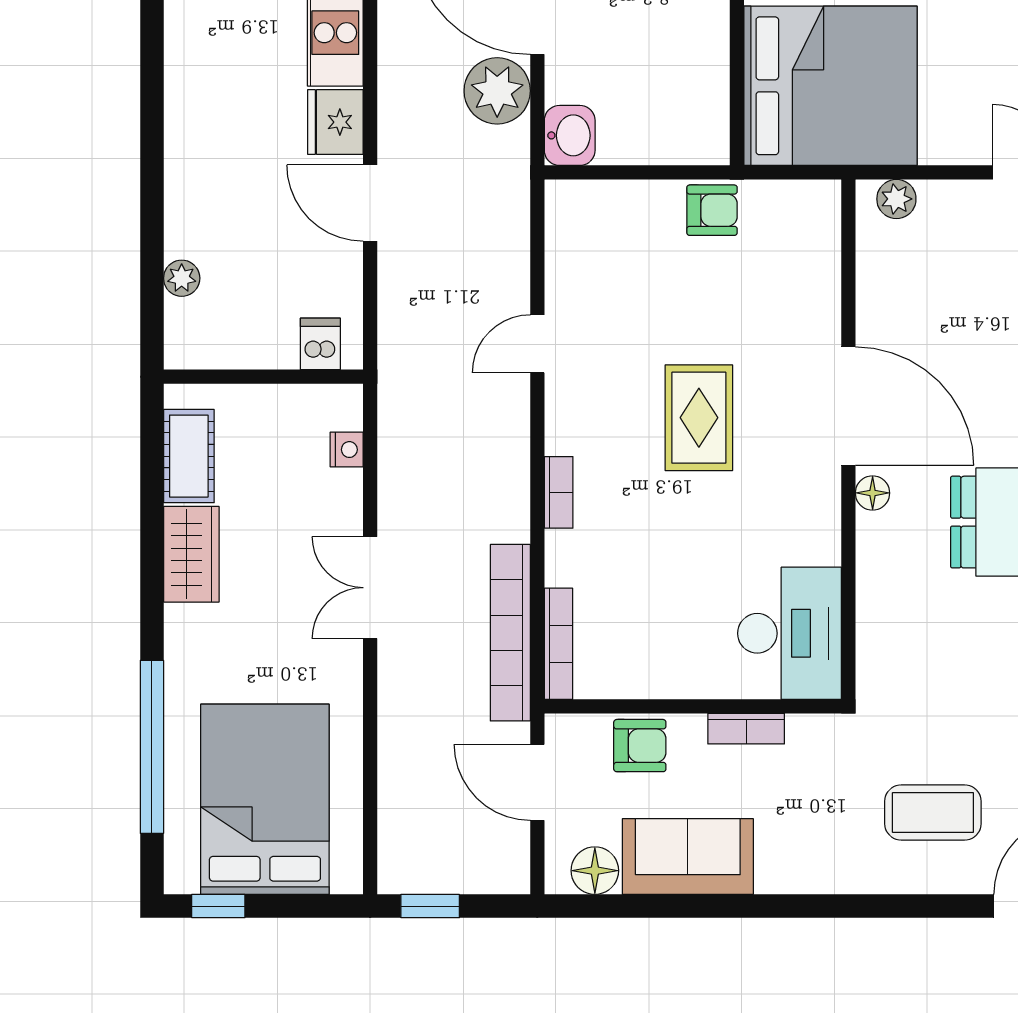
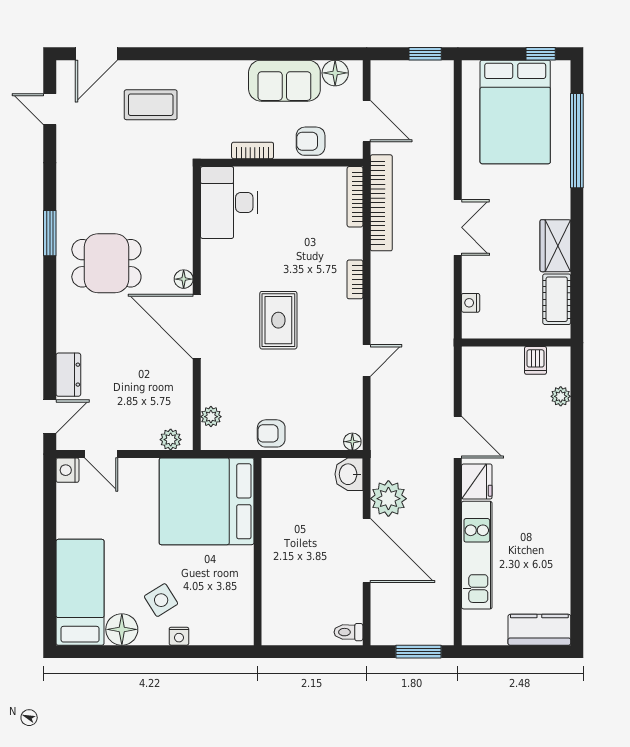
floor lamp: (563, 195) -> (352, 442), added
plant: (822, 241) -> (211, 417), added
dishwasher: (320, 344) -> (536, 360), moved

